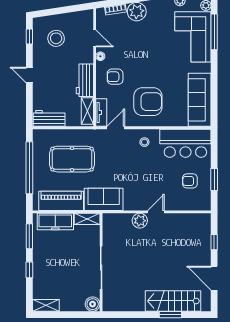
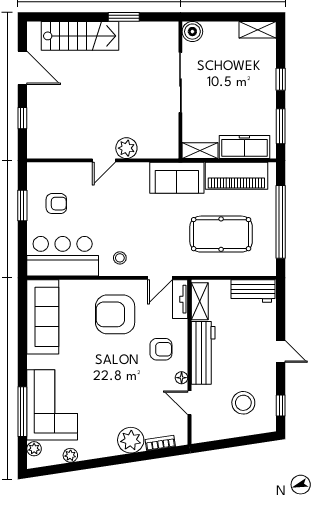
workbench: (85, 80) -> (203, 353), width x1.38
window: (170, 315) -> (124, 17), moved

